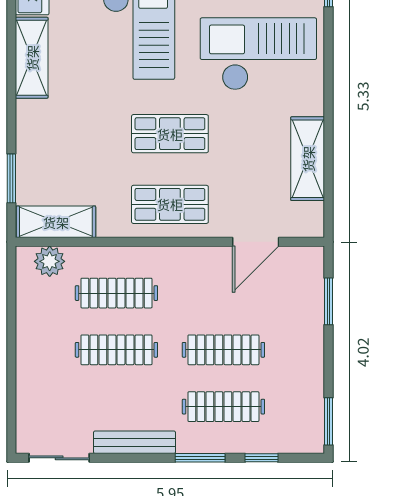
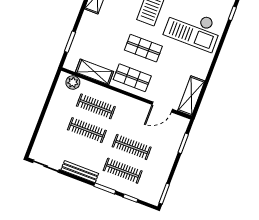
checkout: (258, 54) -> (193, 29), turned 180
shelving: (308, 159) -> (191, 96), moved
shelving: (56, 222) -> (95, 72), moved

